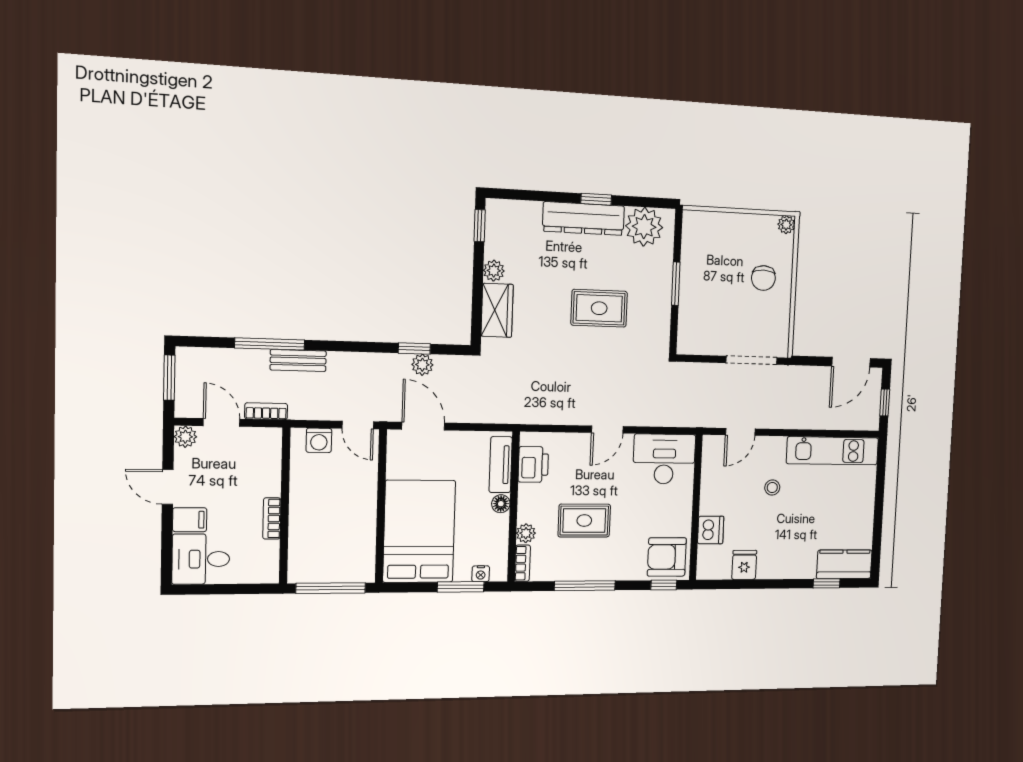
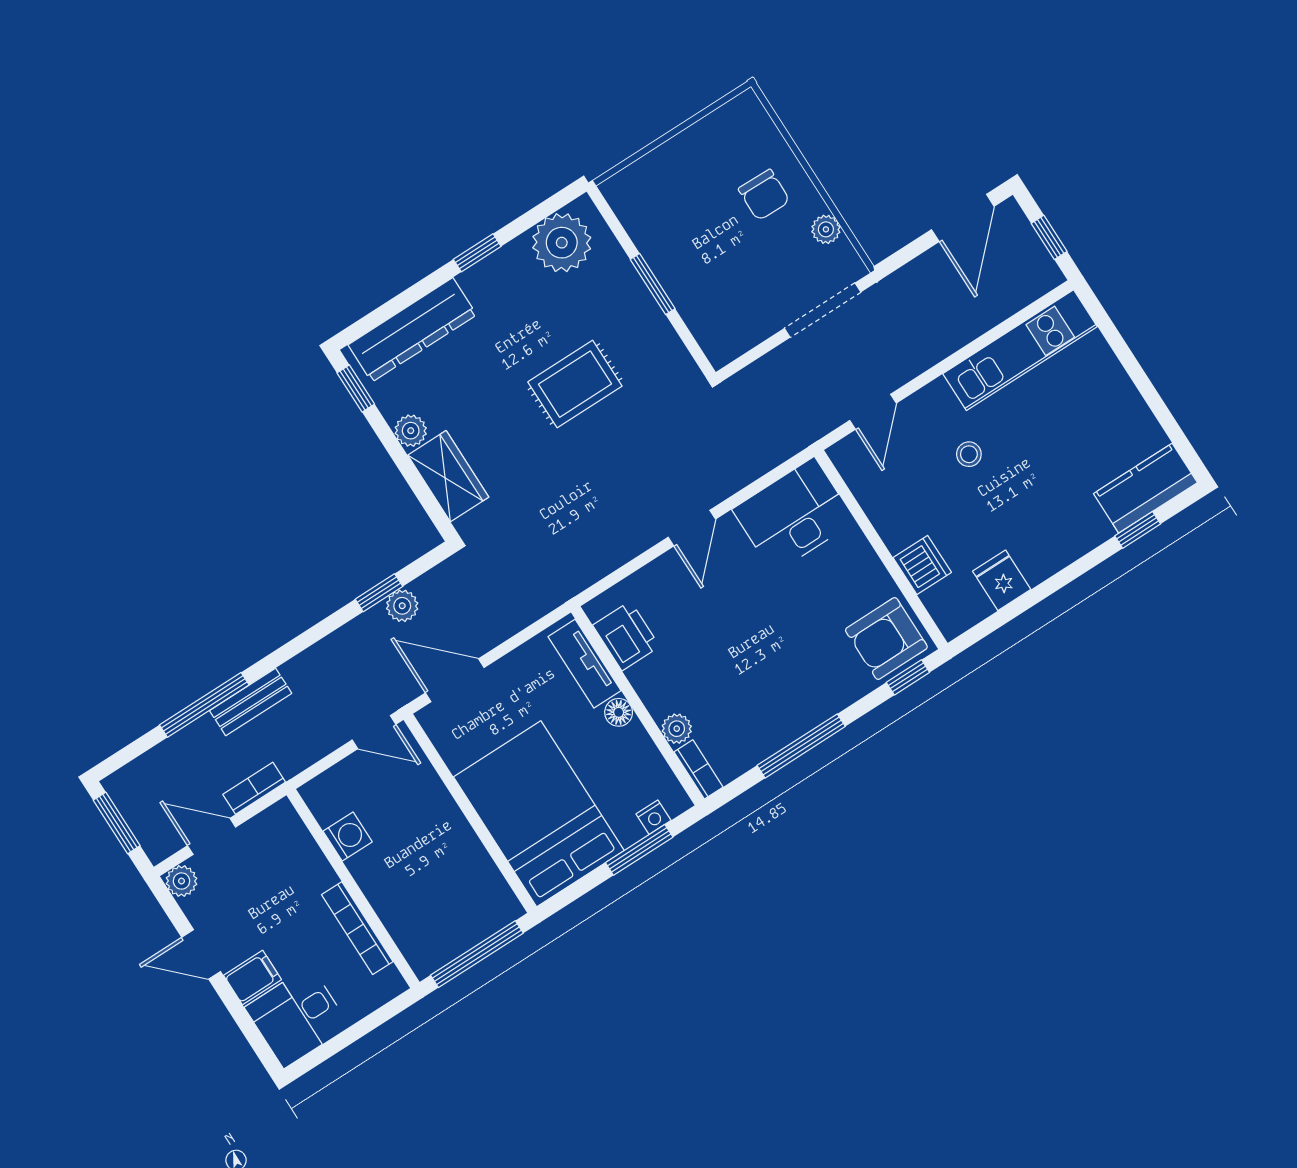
dresser: (584, 219) -> (412, 330), moved
plant: (786, 225) -> (826, 229), moved
washing machine: (319, 440) -> (348, 837), moved, turned -90
bookcase: (272, 518) -> (357, 928), width x1.56
rug: (584, 521) -> (742, 663), removed

